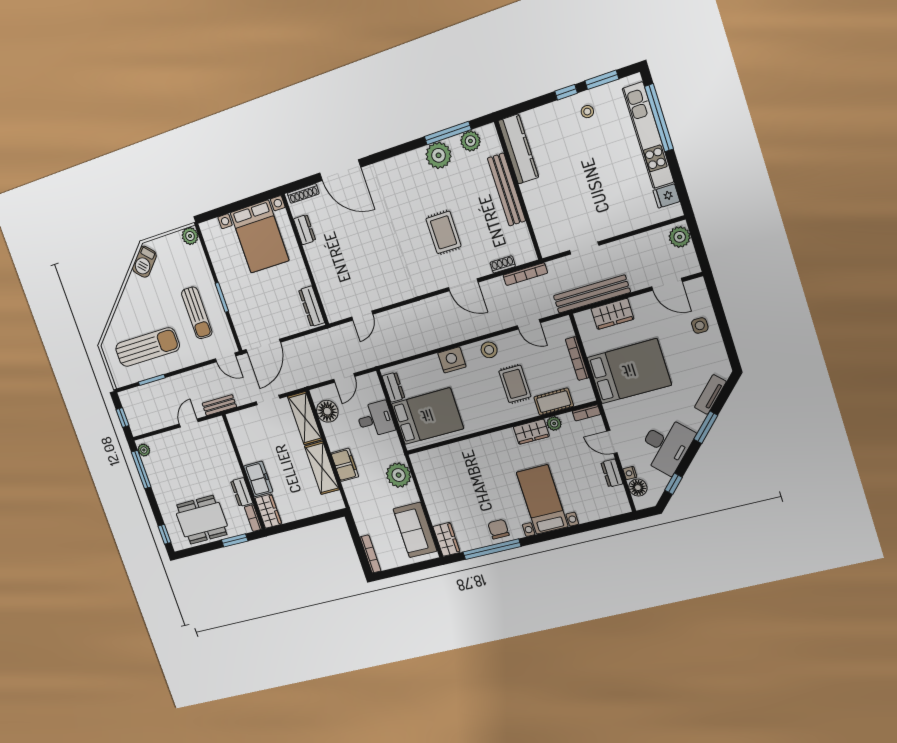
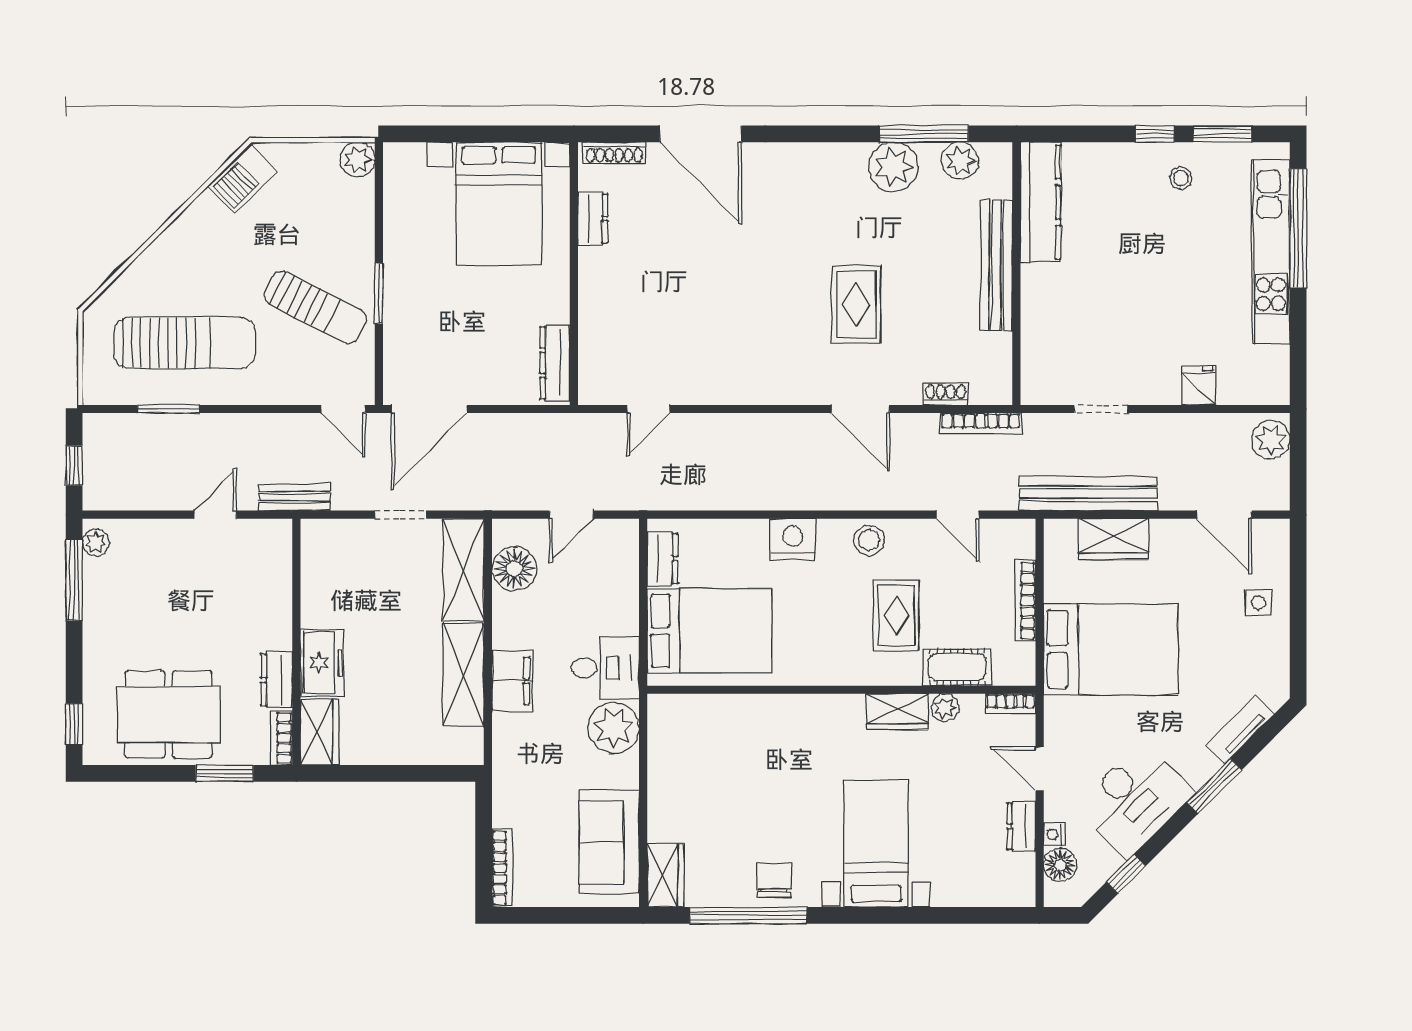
fridge: (666, 196) -> (1199, 385), moved, turned 90
sun lounger: (197, 313) -> (315, 307), turned -63
desk: (375, 419) -> (605, 668), moved

